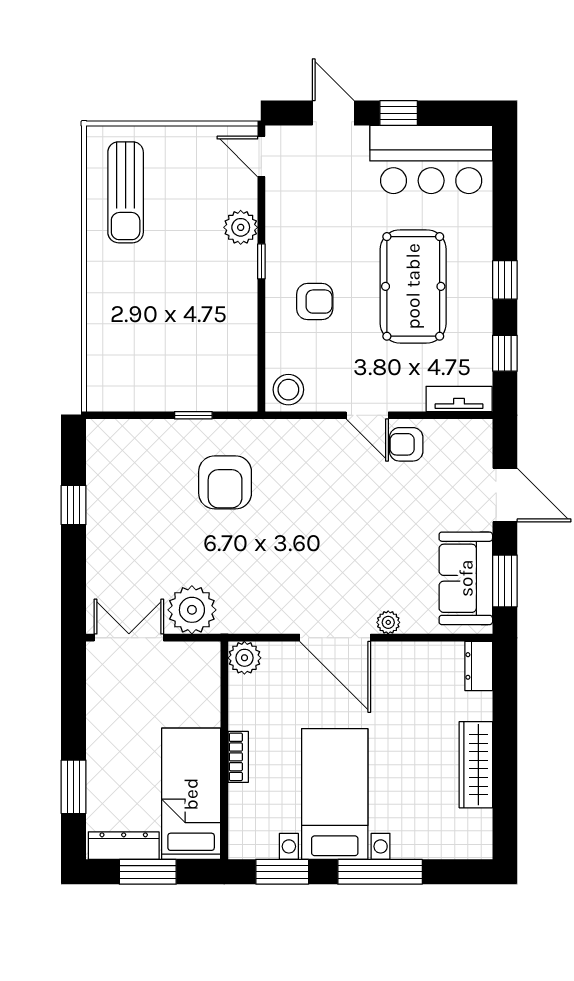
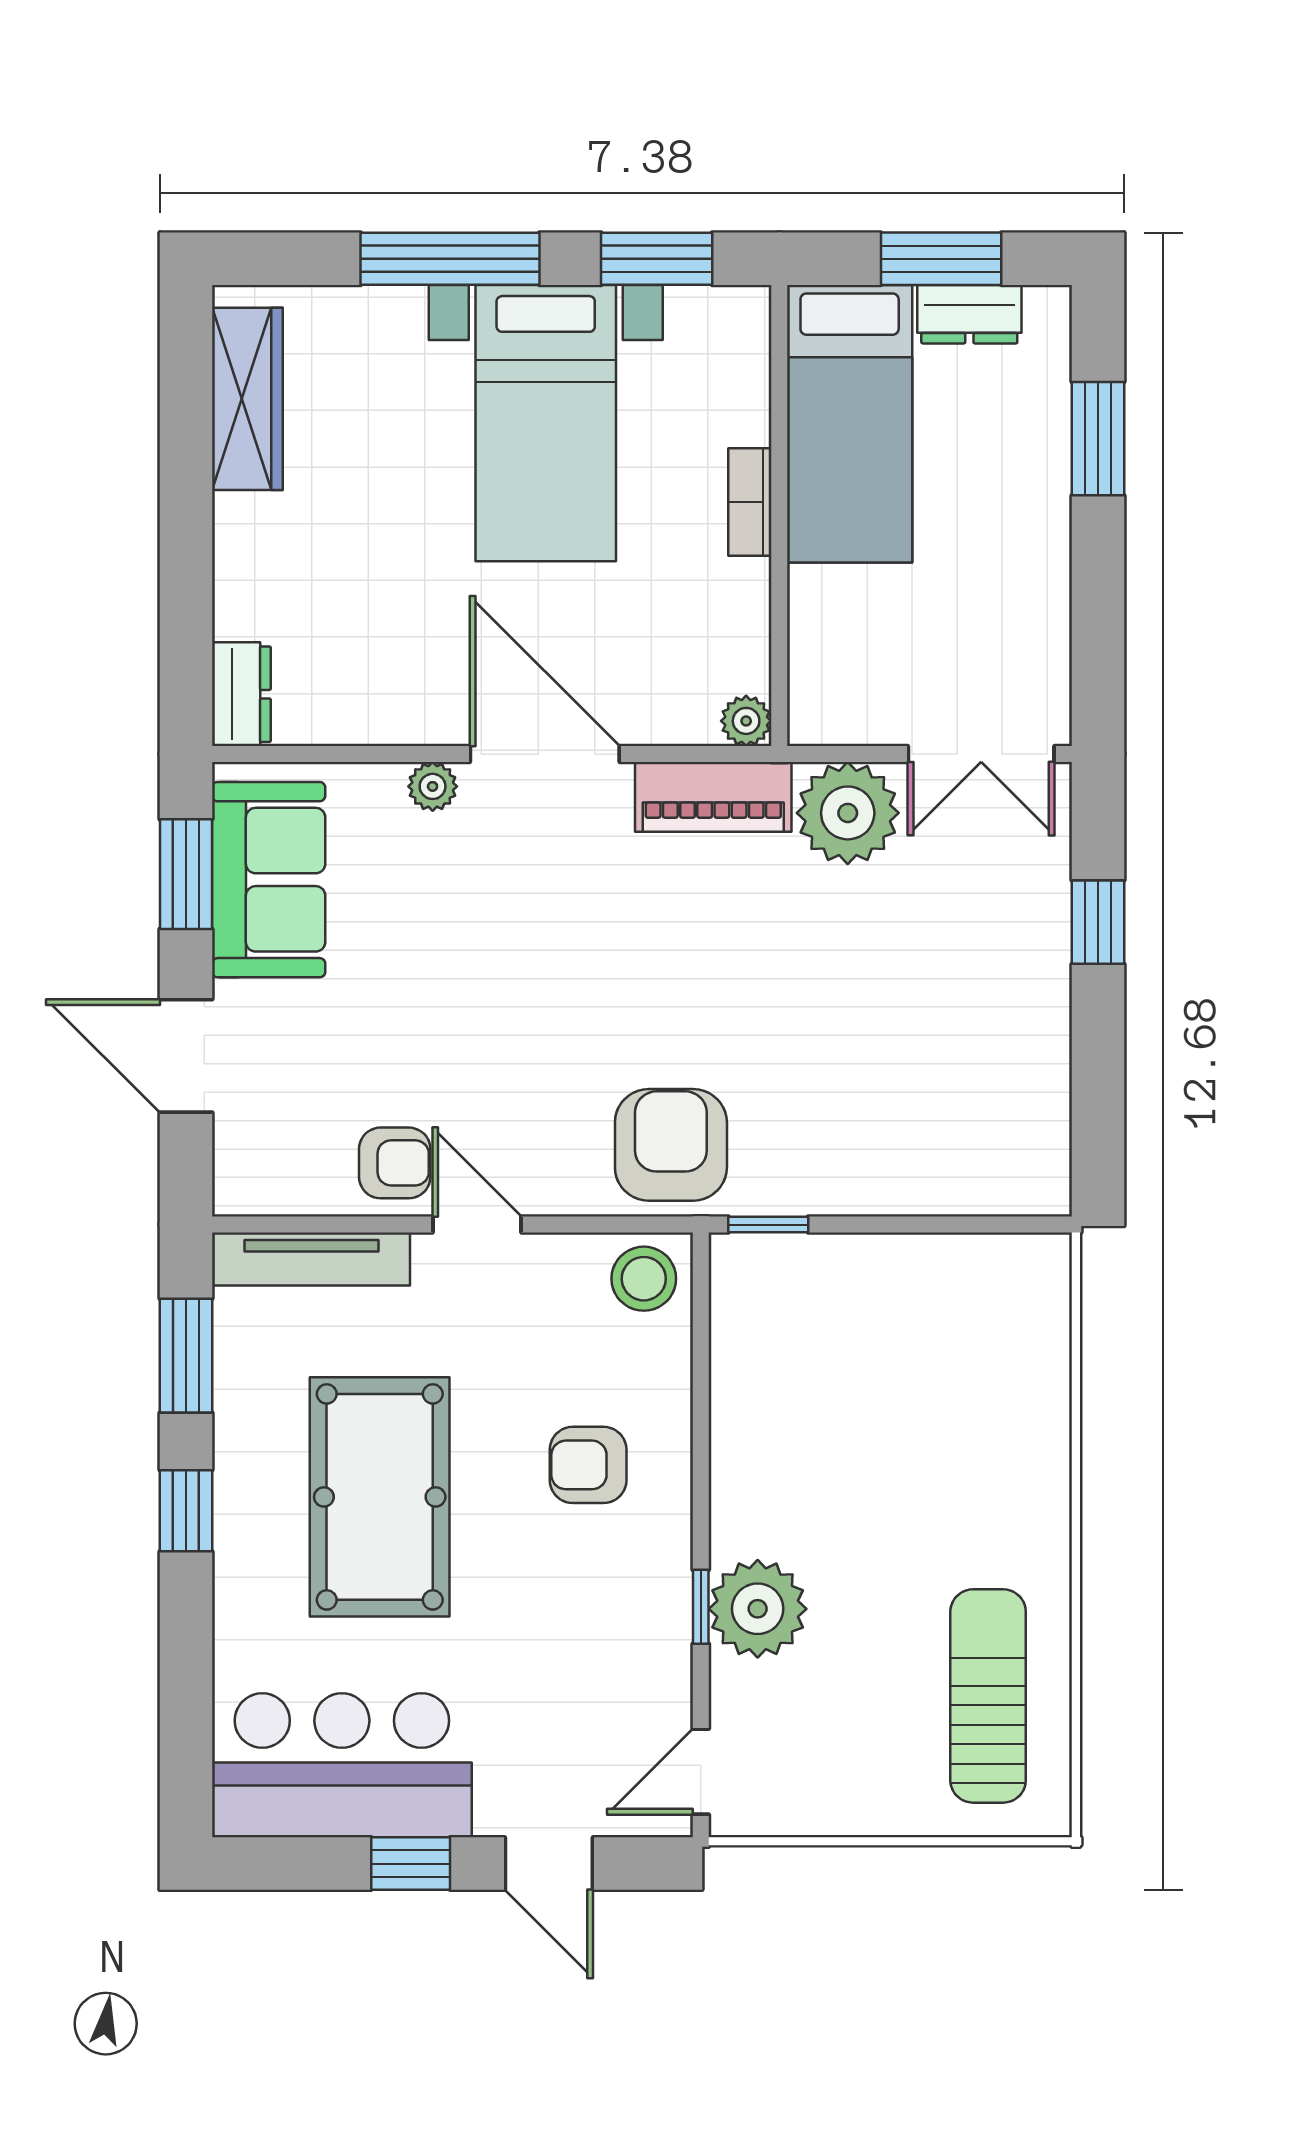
door: (261, 156) -> (701, 1772), swing flipped
plant: (241, 227) -> (758, 1609), width x1.36, depth x1.36
window: (261, 261) -> (701, 1607), moved
window: (505, 353) -> (186, 1356), width x1.50
tv unit: (459, 399) -> (311, 1259), width x1.41
window: (193, 415) -> (768, 1225), moved
armchair: (225, 482) -> (671, 1145), moved
window: (74, 505) -> (1098, 922), moved
piano: (256, 617) -> (713, 797), added
plant: (244, 658) -> (746, 721), width x0.73, depth x0.73
wardrobe: (476, 765) -> (247, 399), moved
dresser: (124, 846) -> (969, 314), width x0.70

